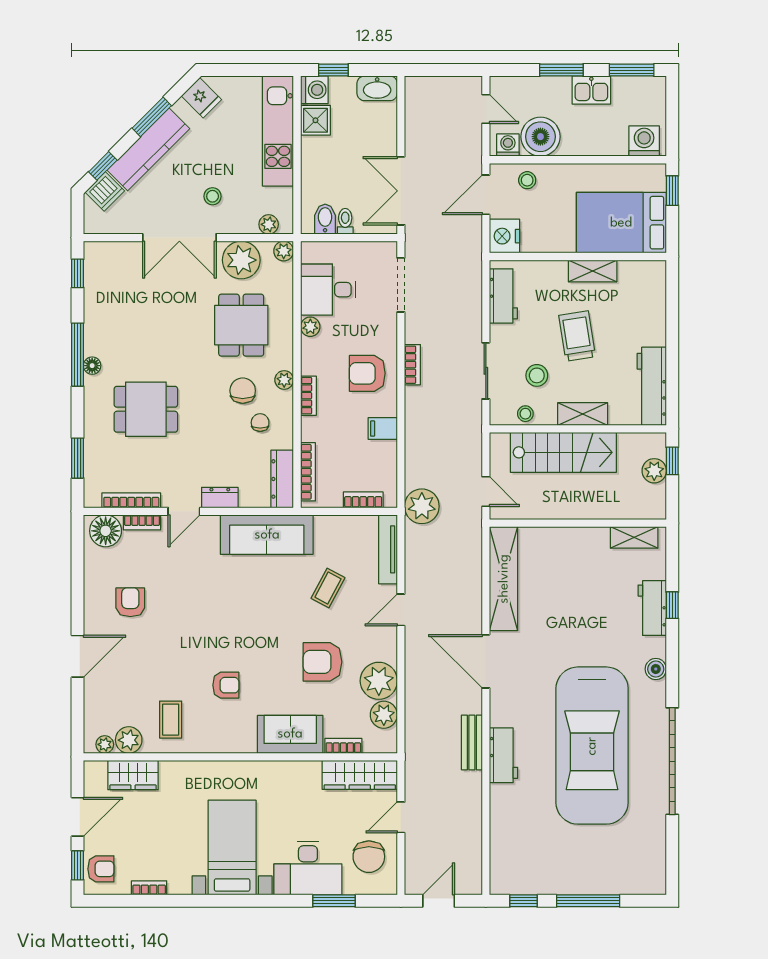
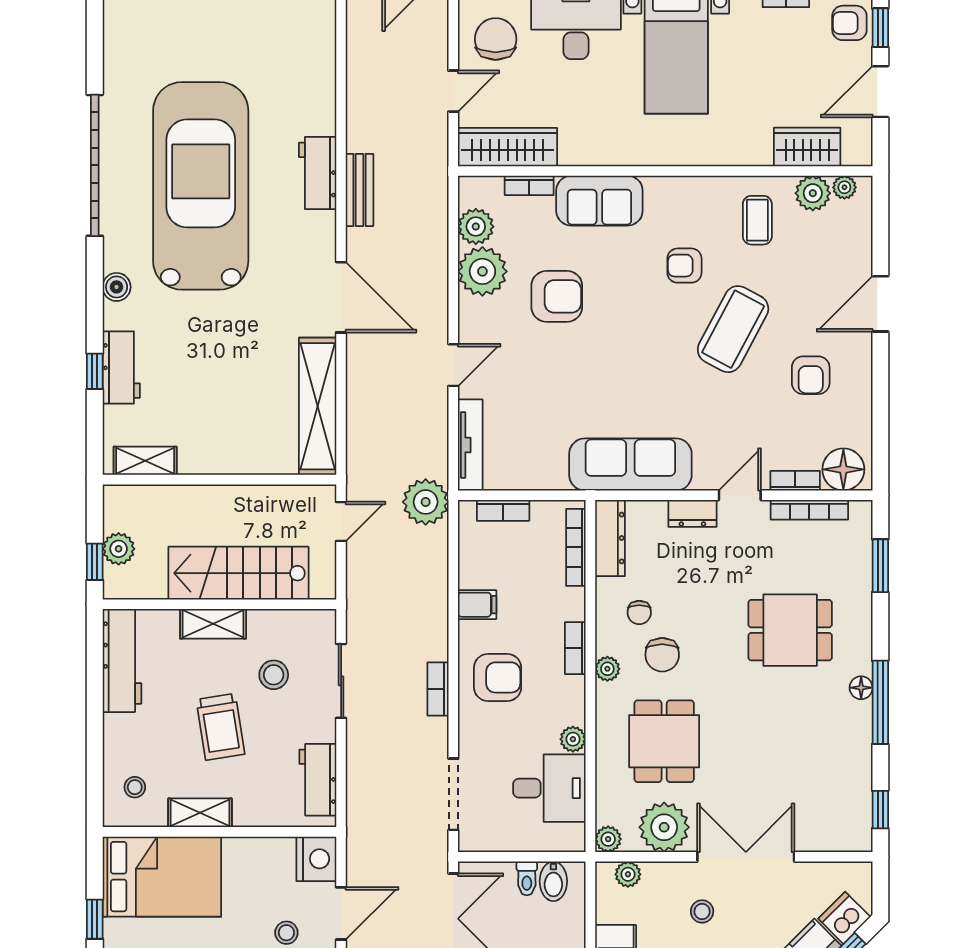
stool: (525, 414) -> (135, 787), moved
door: (486, 491) -> (341, 521), swing flipped
coffee table: (328, 588) -> (733, 329), moved, width x1.86, depth x1.72

